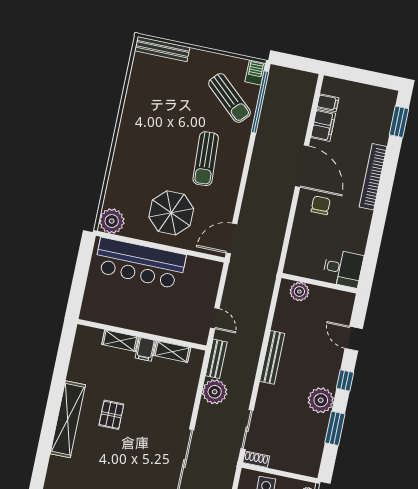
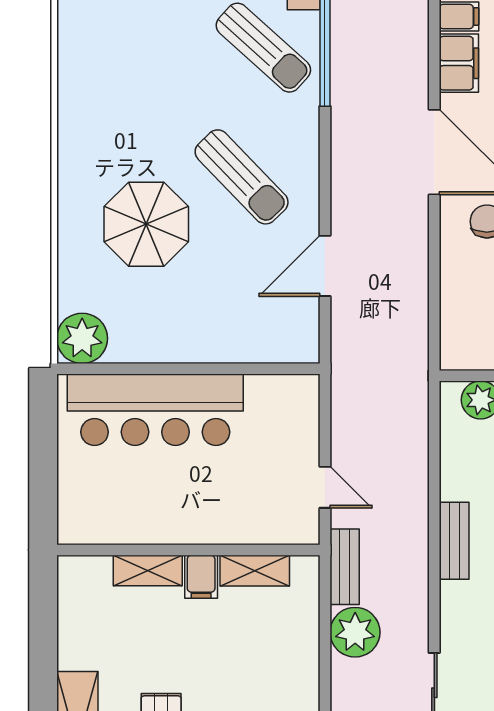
sun lounger: (206, 159) -> (242, 177), turned -41
parasol: (171, 213) -> (146, 224), moved
door: (231, 238) -> (325, 266), moved
bench: (272, 357) -> (454, 541), width x0.73

